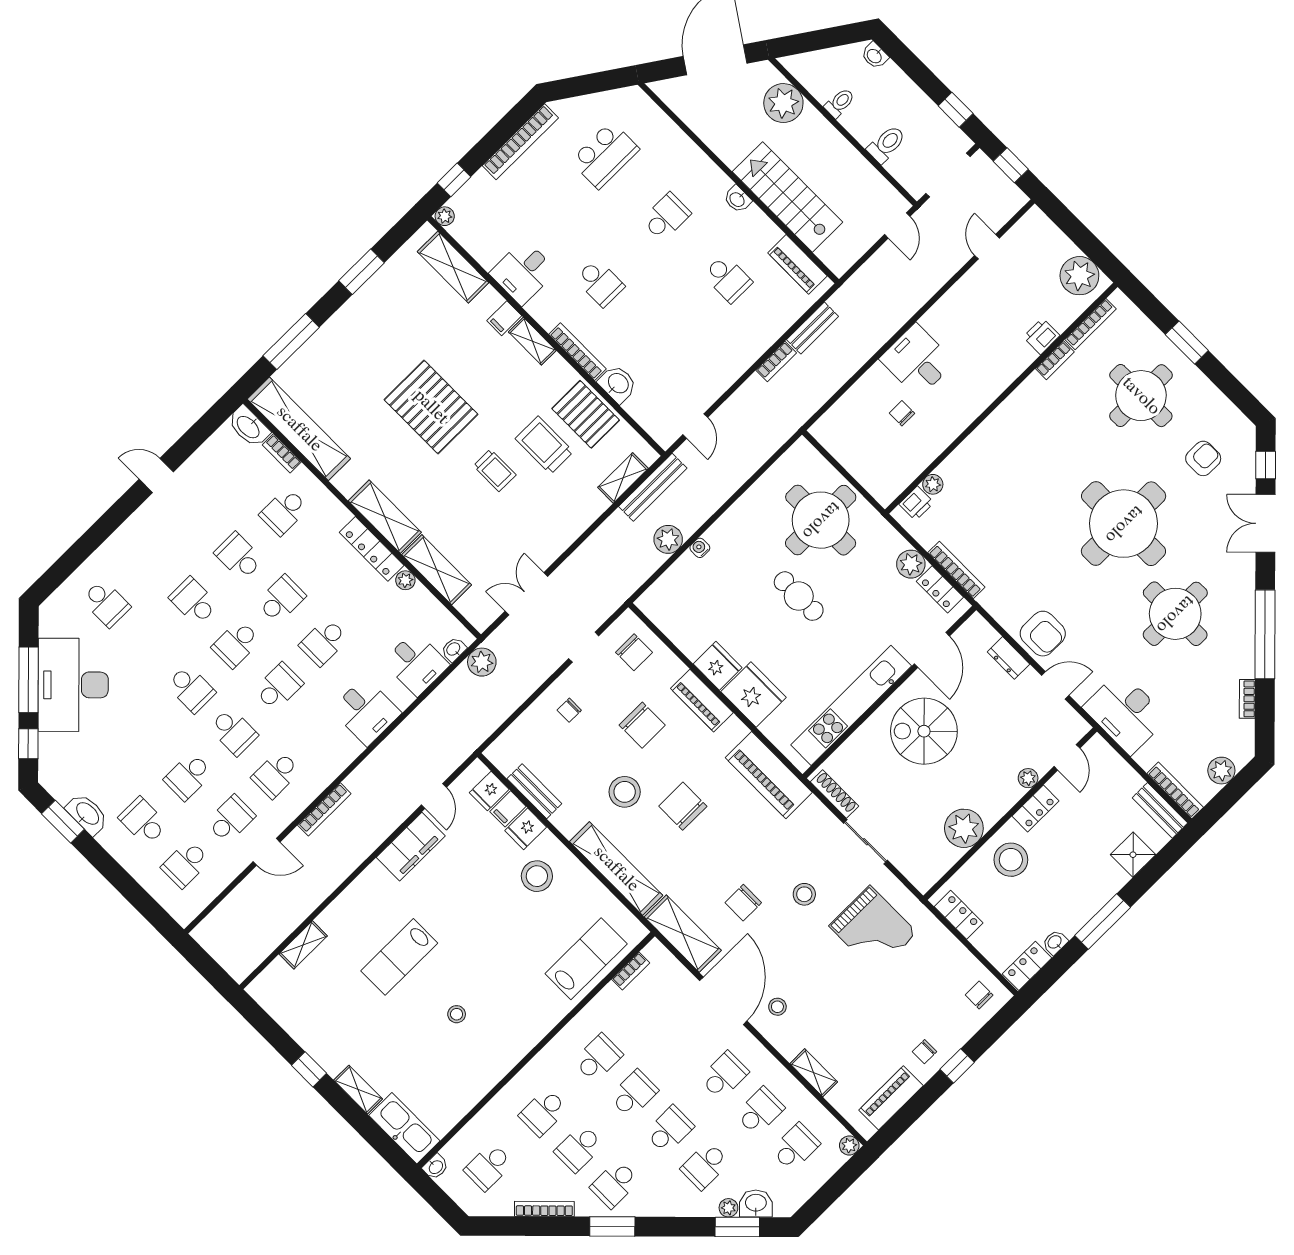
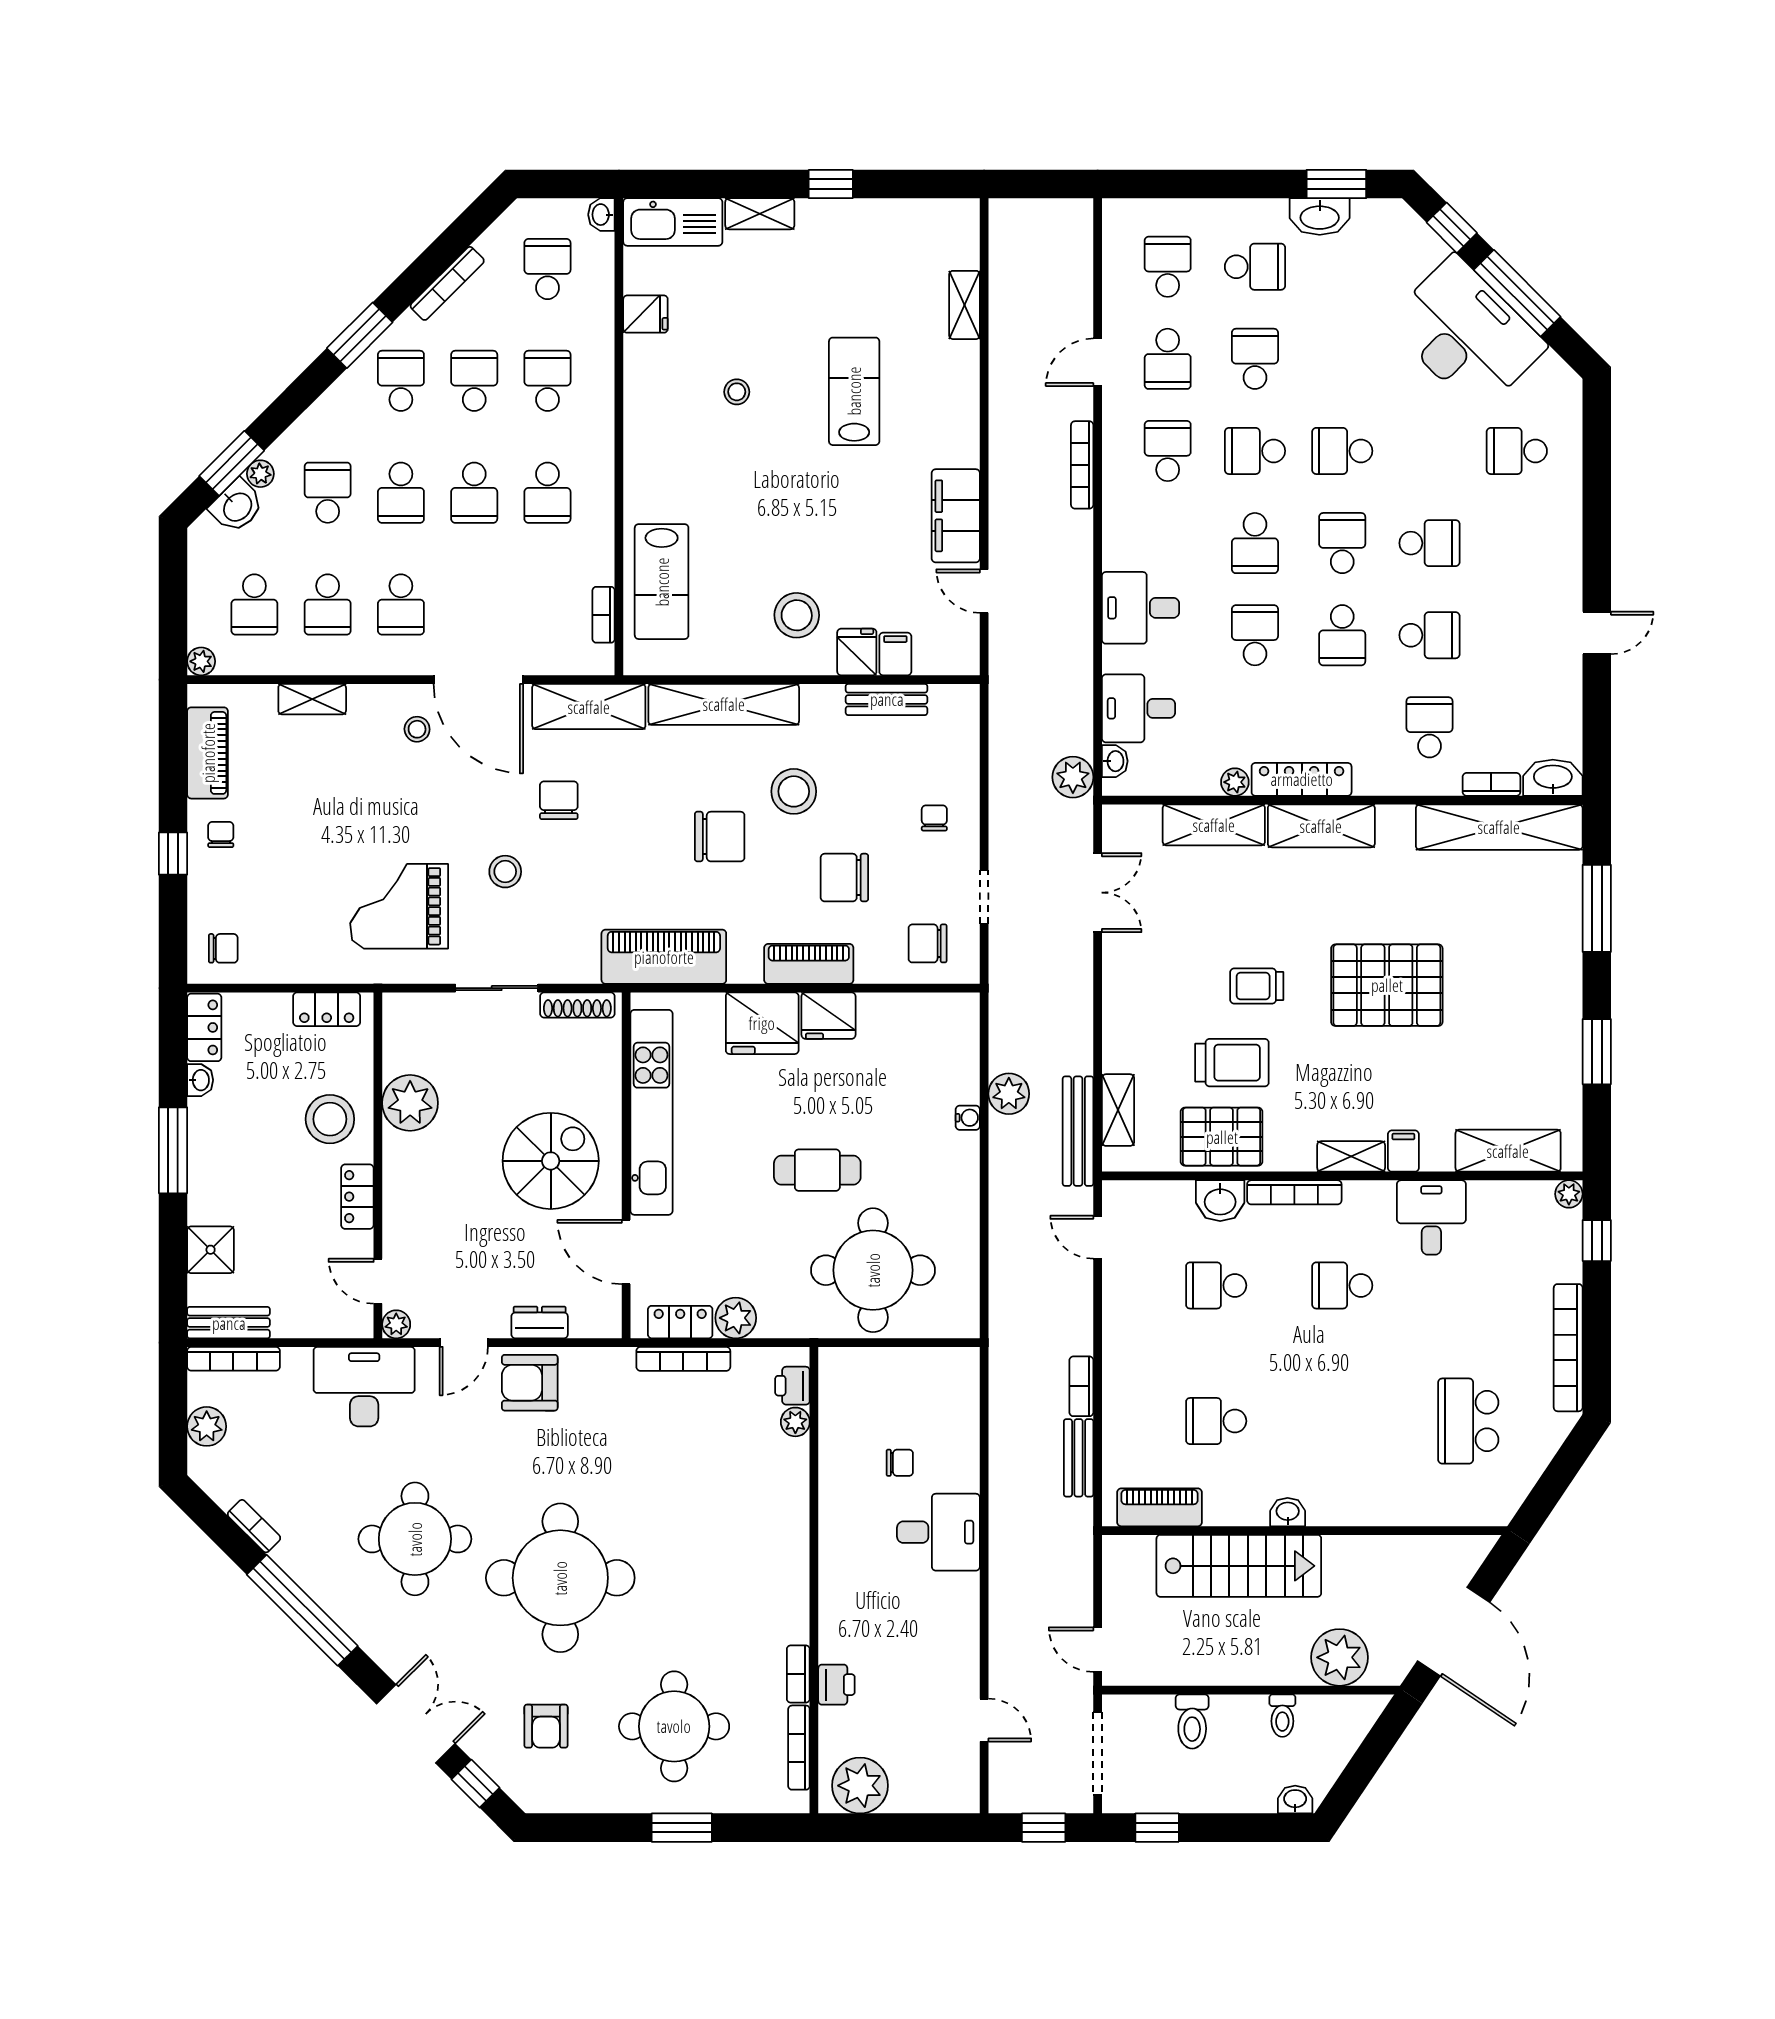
school desk: (666, 217) -> (1216, 1285), moved, turned 90
plant: (1028, 778) -> (396, 1324), moved
fridge: (489, 791) -> (645, 314), moved, turned 90

